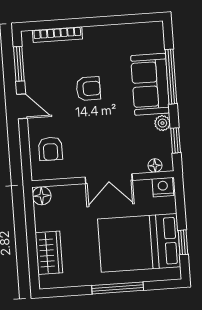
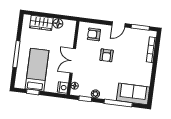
sofa: (150, 84) -> (133, 94), moved
armchair: (88, 89) -> (106, 55), moved
floor lamp: (42, 196) -> (58, 23), moved
bed: (139, 243) -> (37, 70), width x0.67

